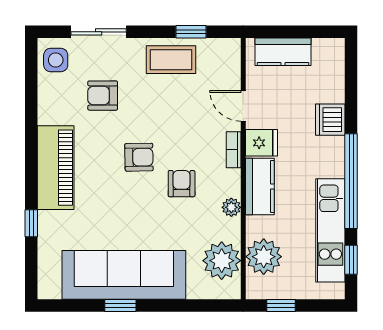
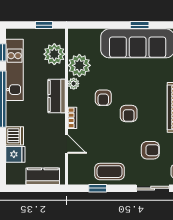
fridge: (262, 143) -> (15, 154), moved, turned 180
armchair: (139, 157) -> (129, 113), turned -89
plant: (222, 261) -> (79, 65), moved

